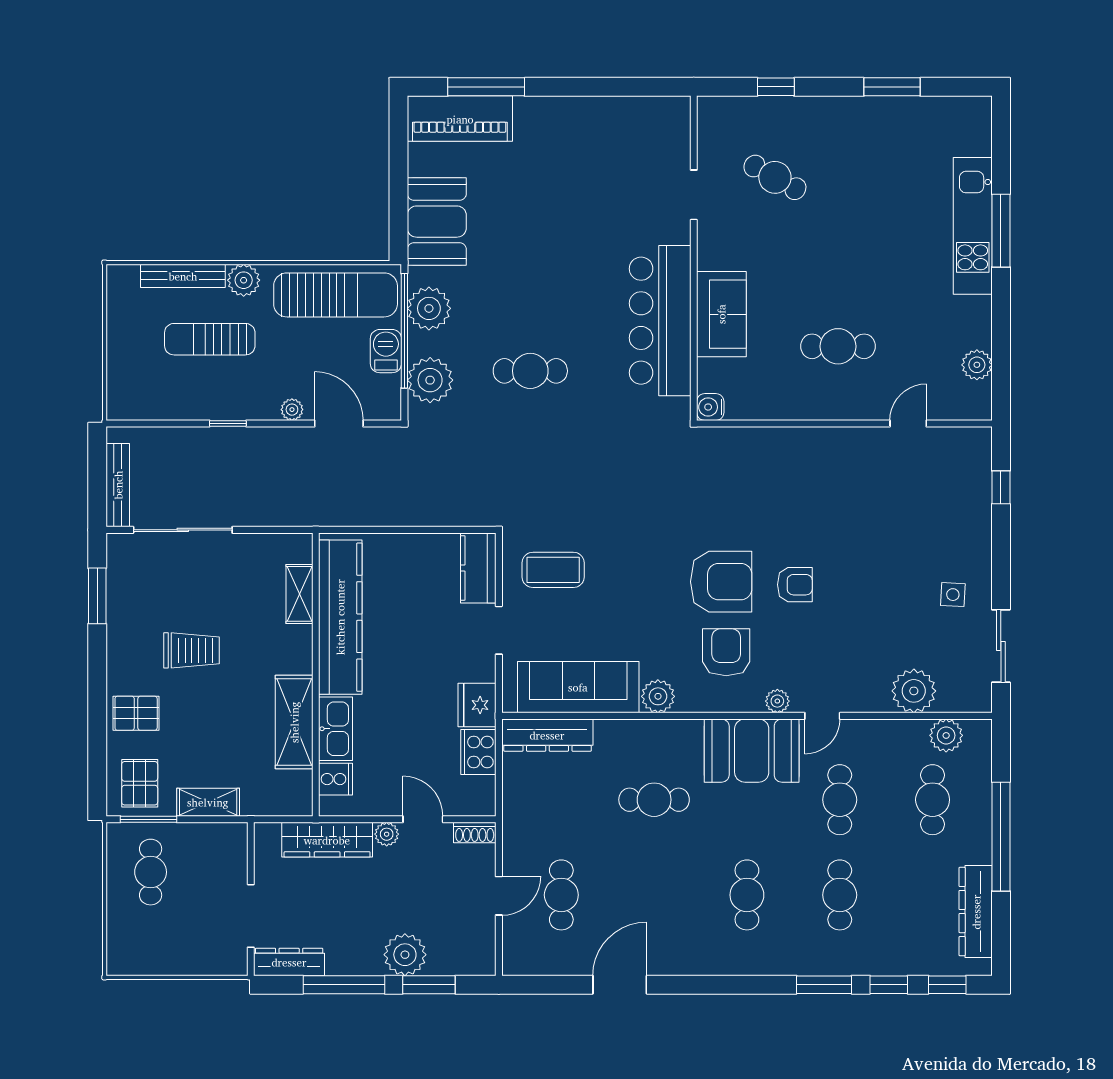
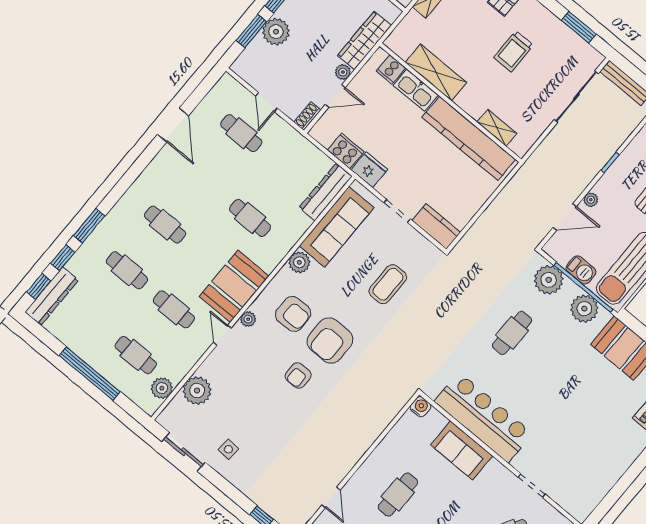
coffee table: (553, 570) -> (388, 284), moved
cafe table: (654, 800) -> (250, 218), turned 90
dresser: (976, 912) -> (52, 296), moved, turned 90

